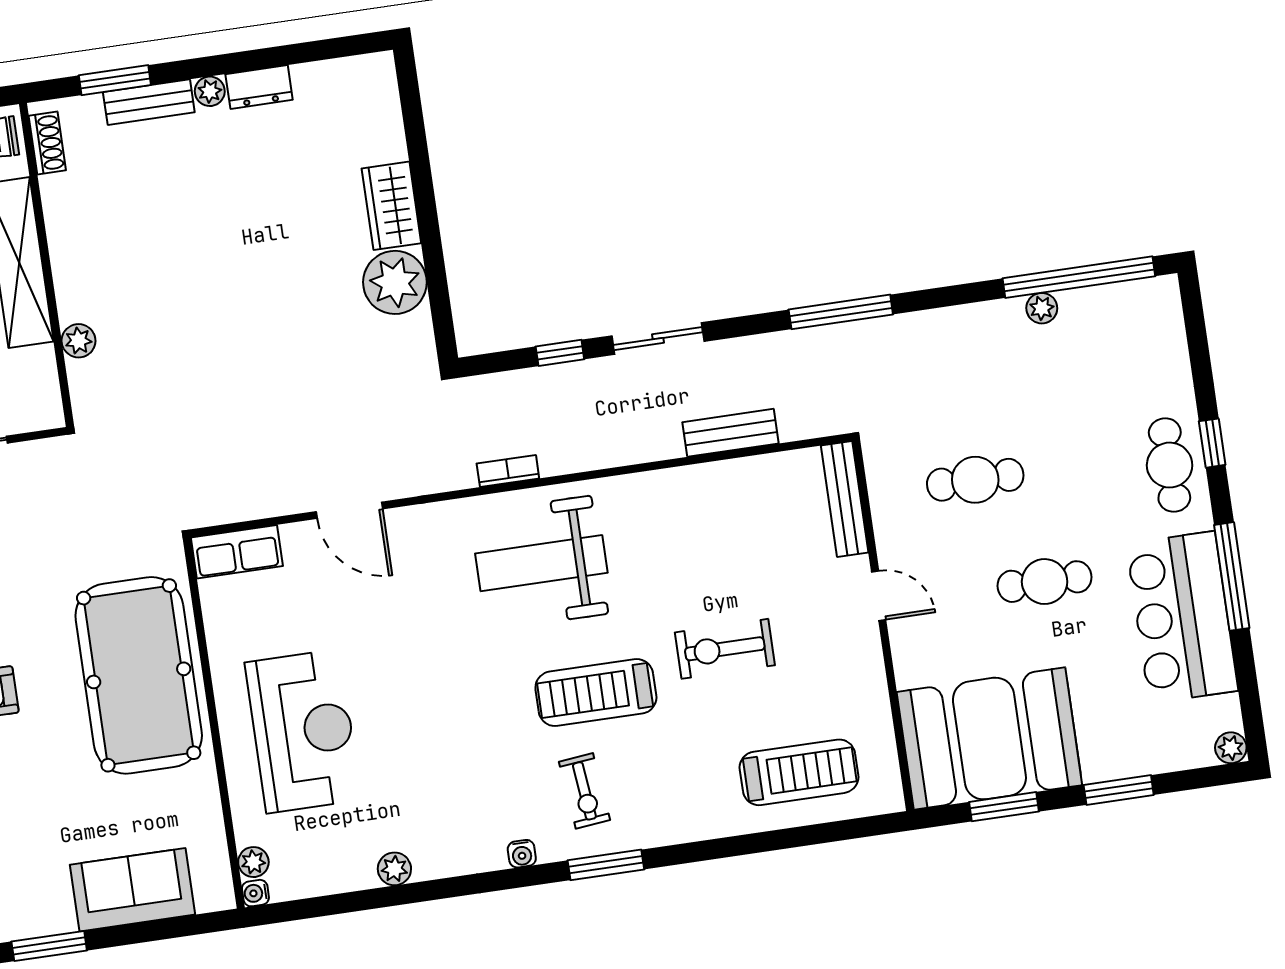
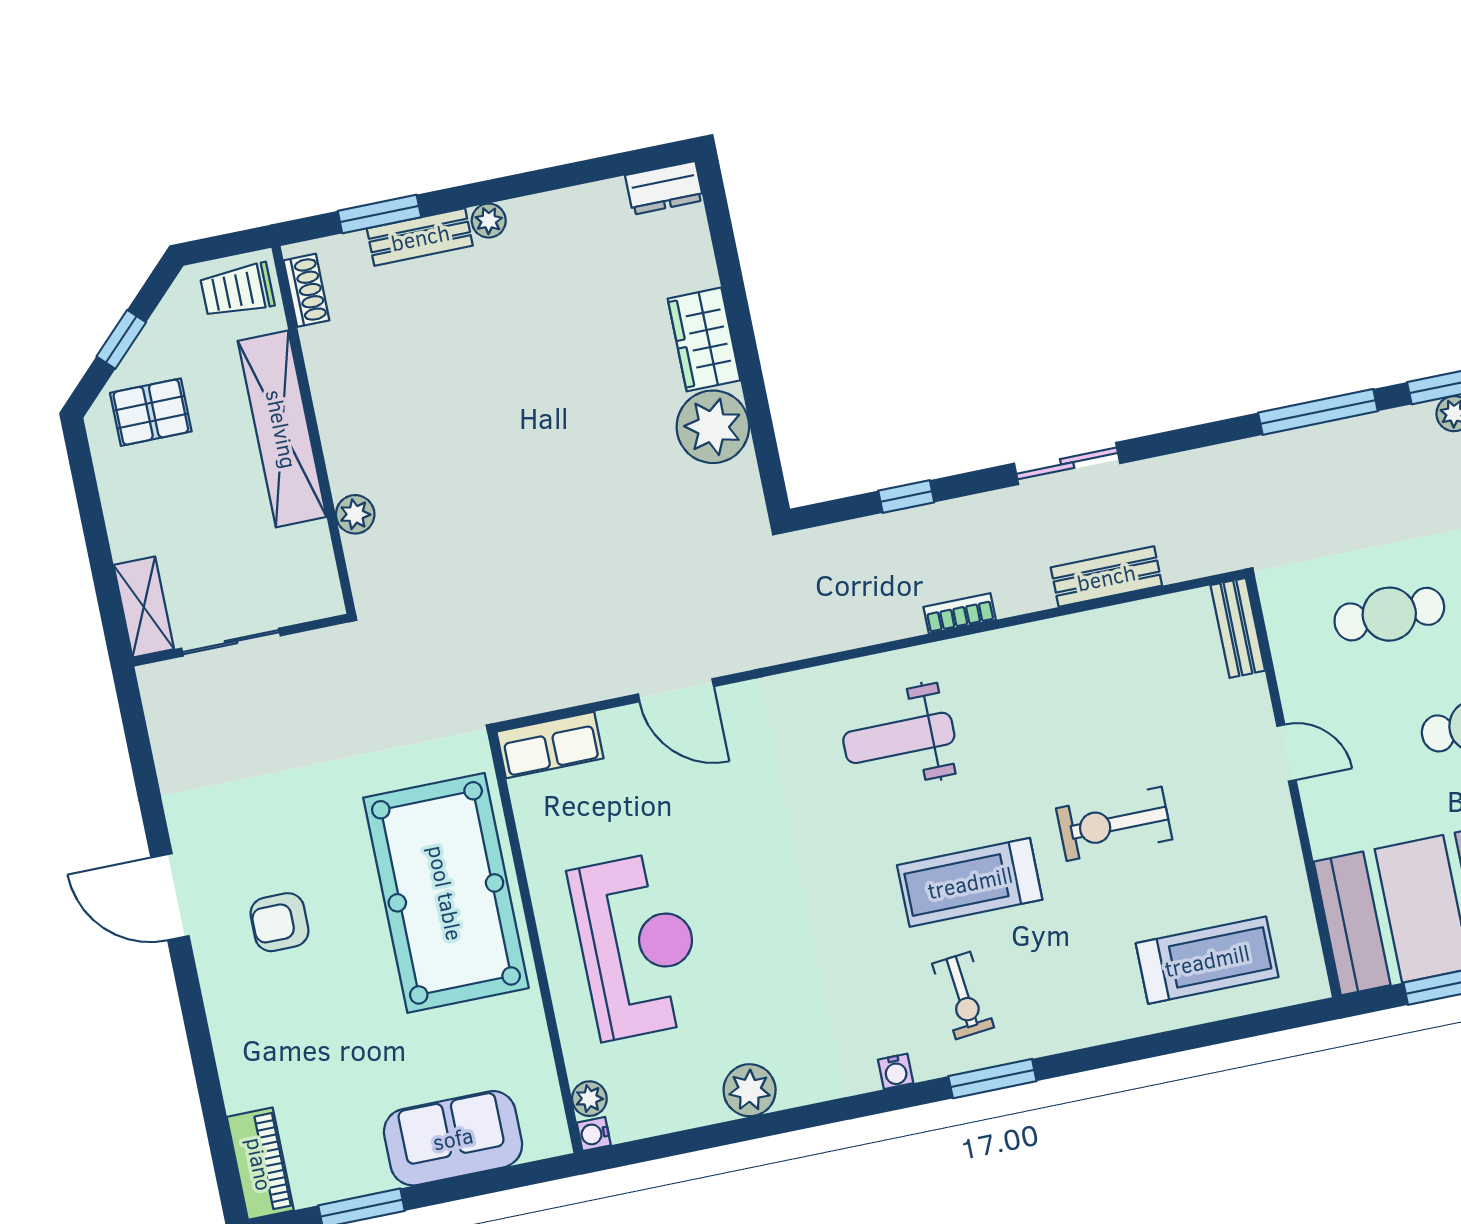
dresser: (259, 87) -> (664, 188), moved
window: (841, 312) -> (1318, 412), moved
sliding door: (658, 339) -> (1067, 463), moved
bookcase: (508, 471) -> (960, 613), moved
bench: (845, 499) -> (1238, 628), width x0.73
weight bench: (541, 563) -> (899, 738), width x0.73, depth x0.75
plant: (394, 869) -> (750, 1090), width x1.38, depth x1.38

